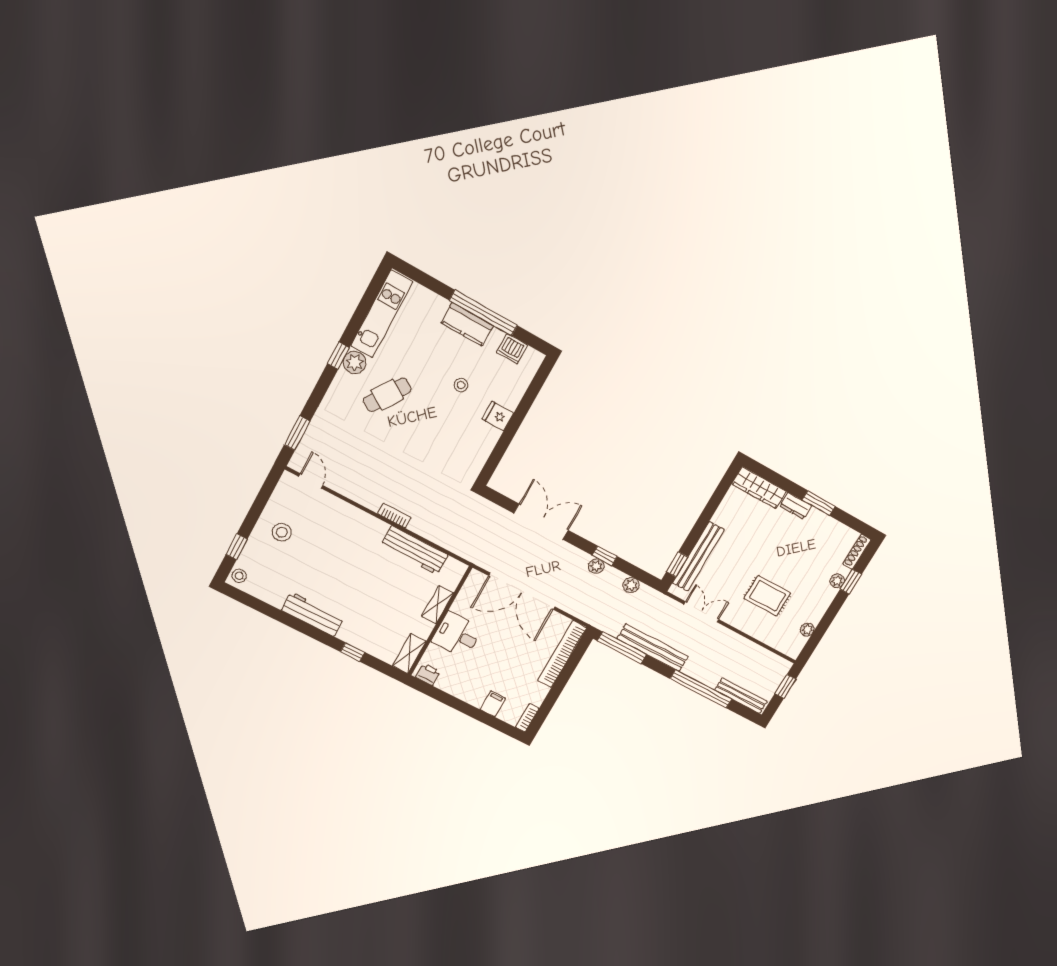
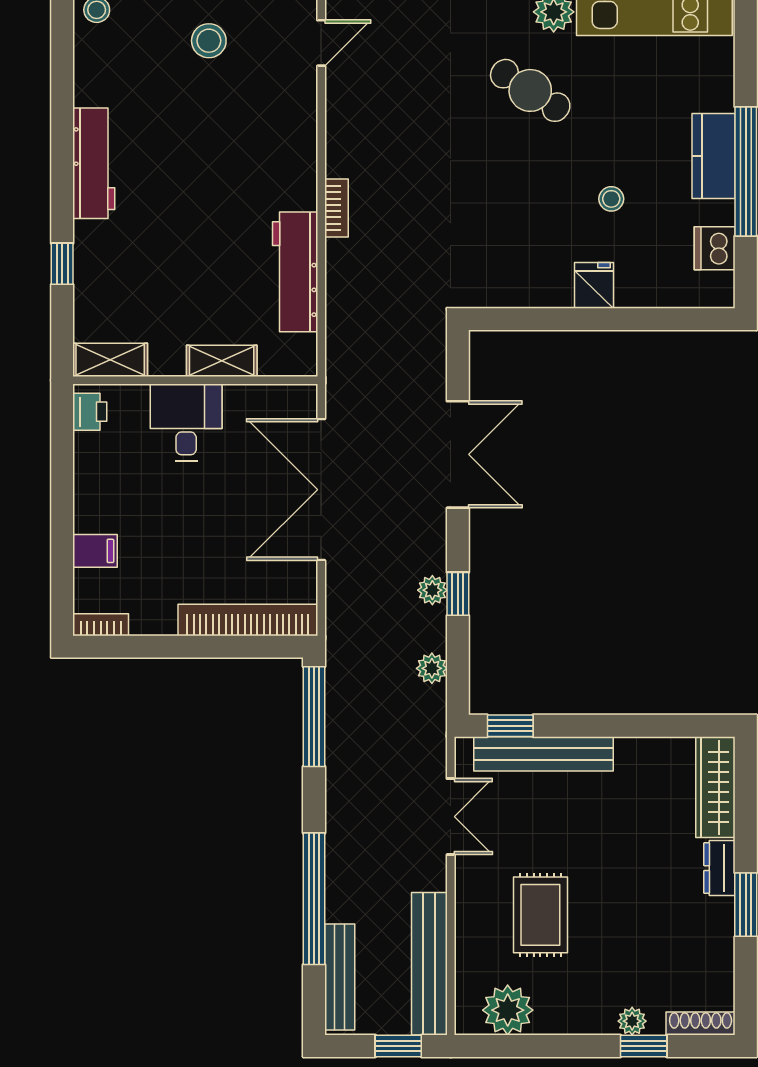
plant: (807, 630) -> (508, 1010), width x1.88, depth x1.88
bench: (653, 648) -> (429, 964), moved

